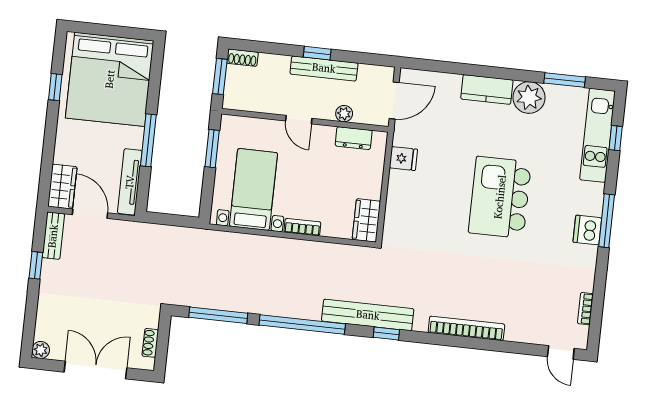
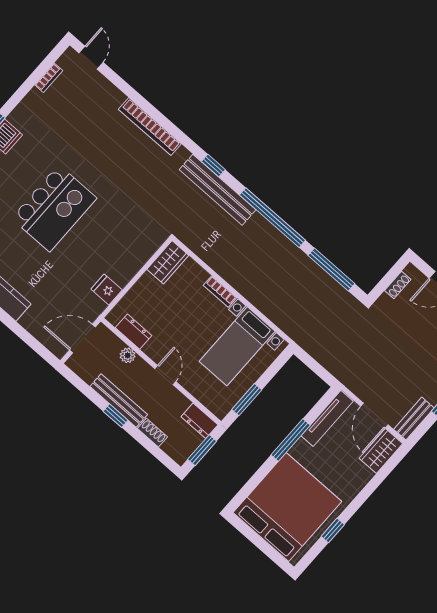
shoe rack: (242, 58) -> (152, 433), moved
dresser: (240, 101) -> (199, 421), added

